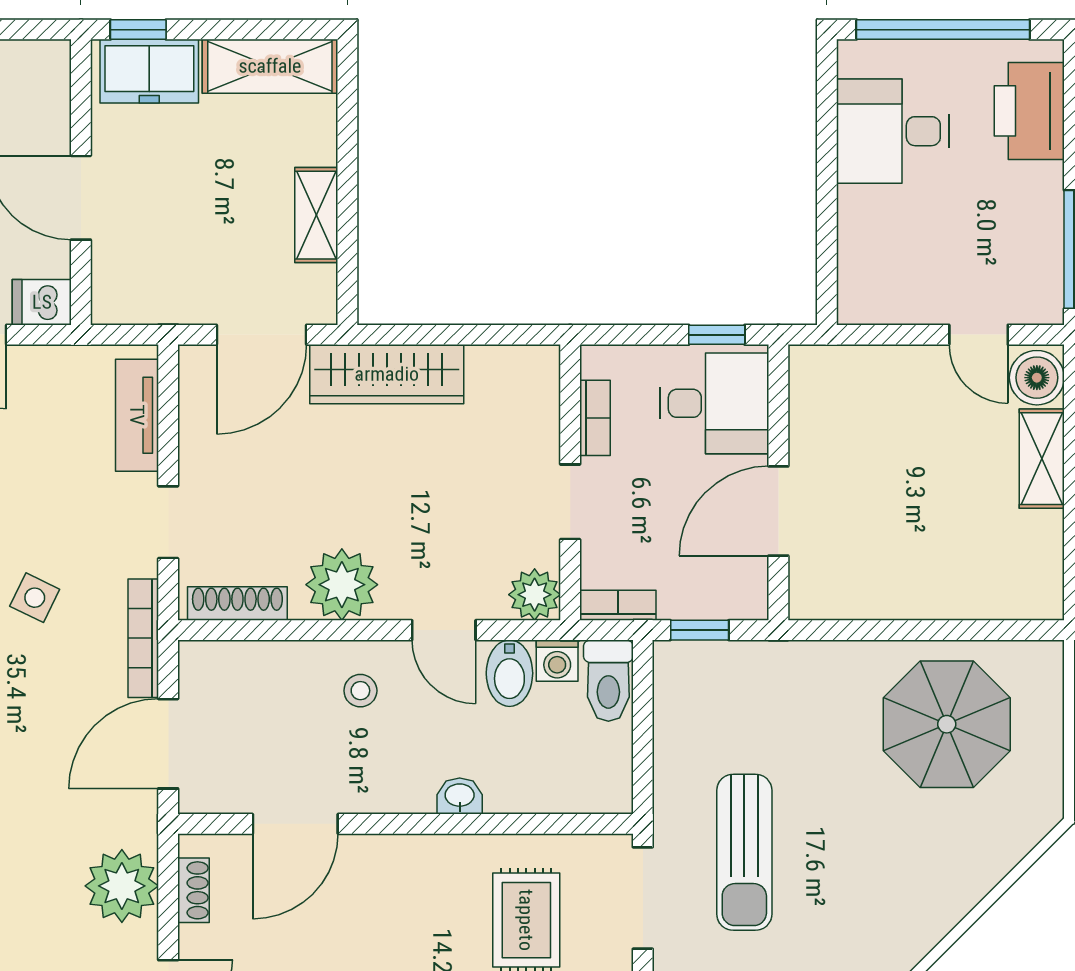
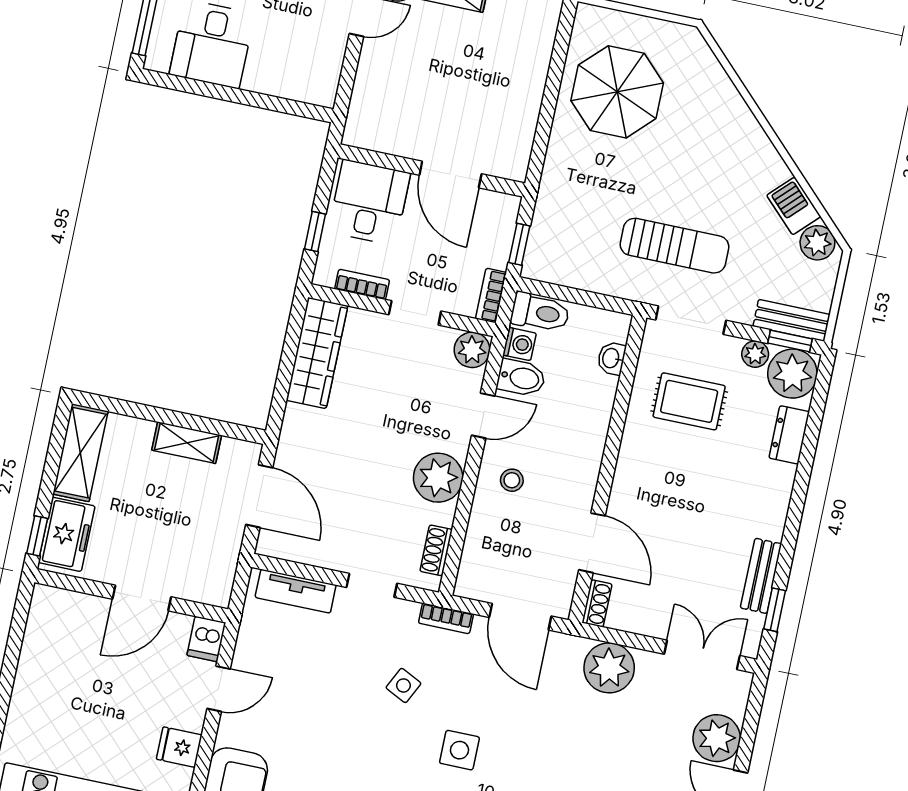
window: (717, 335) -> (315, 232), moved
wardrobe: (387, 374) -> (317, 353), moved
shoe rack: (237, 604) -> (436, 550), width x0.70
bookcase: (143, 638) -> (446, 618), width x0.64
washbasin: (460, 796) -> (611, 358), moved
shoe rack: (194, 890) -> (597, 603), moved, turned 90

